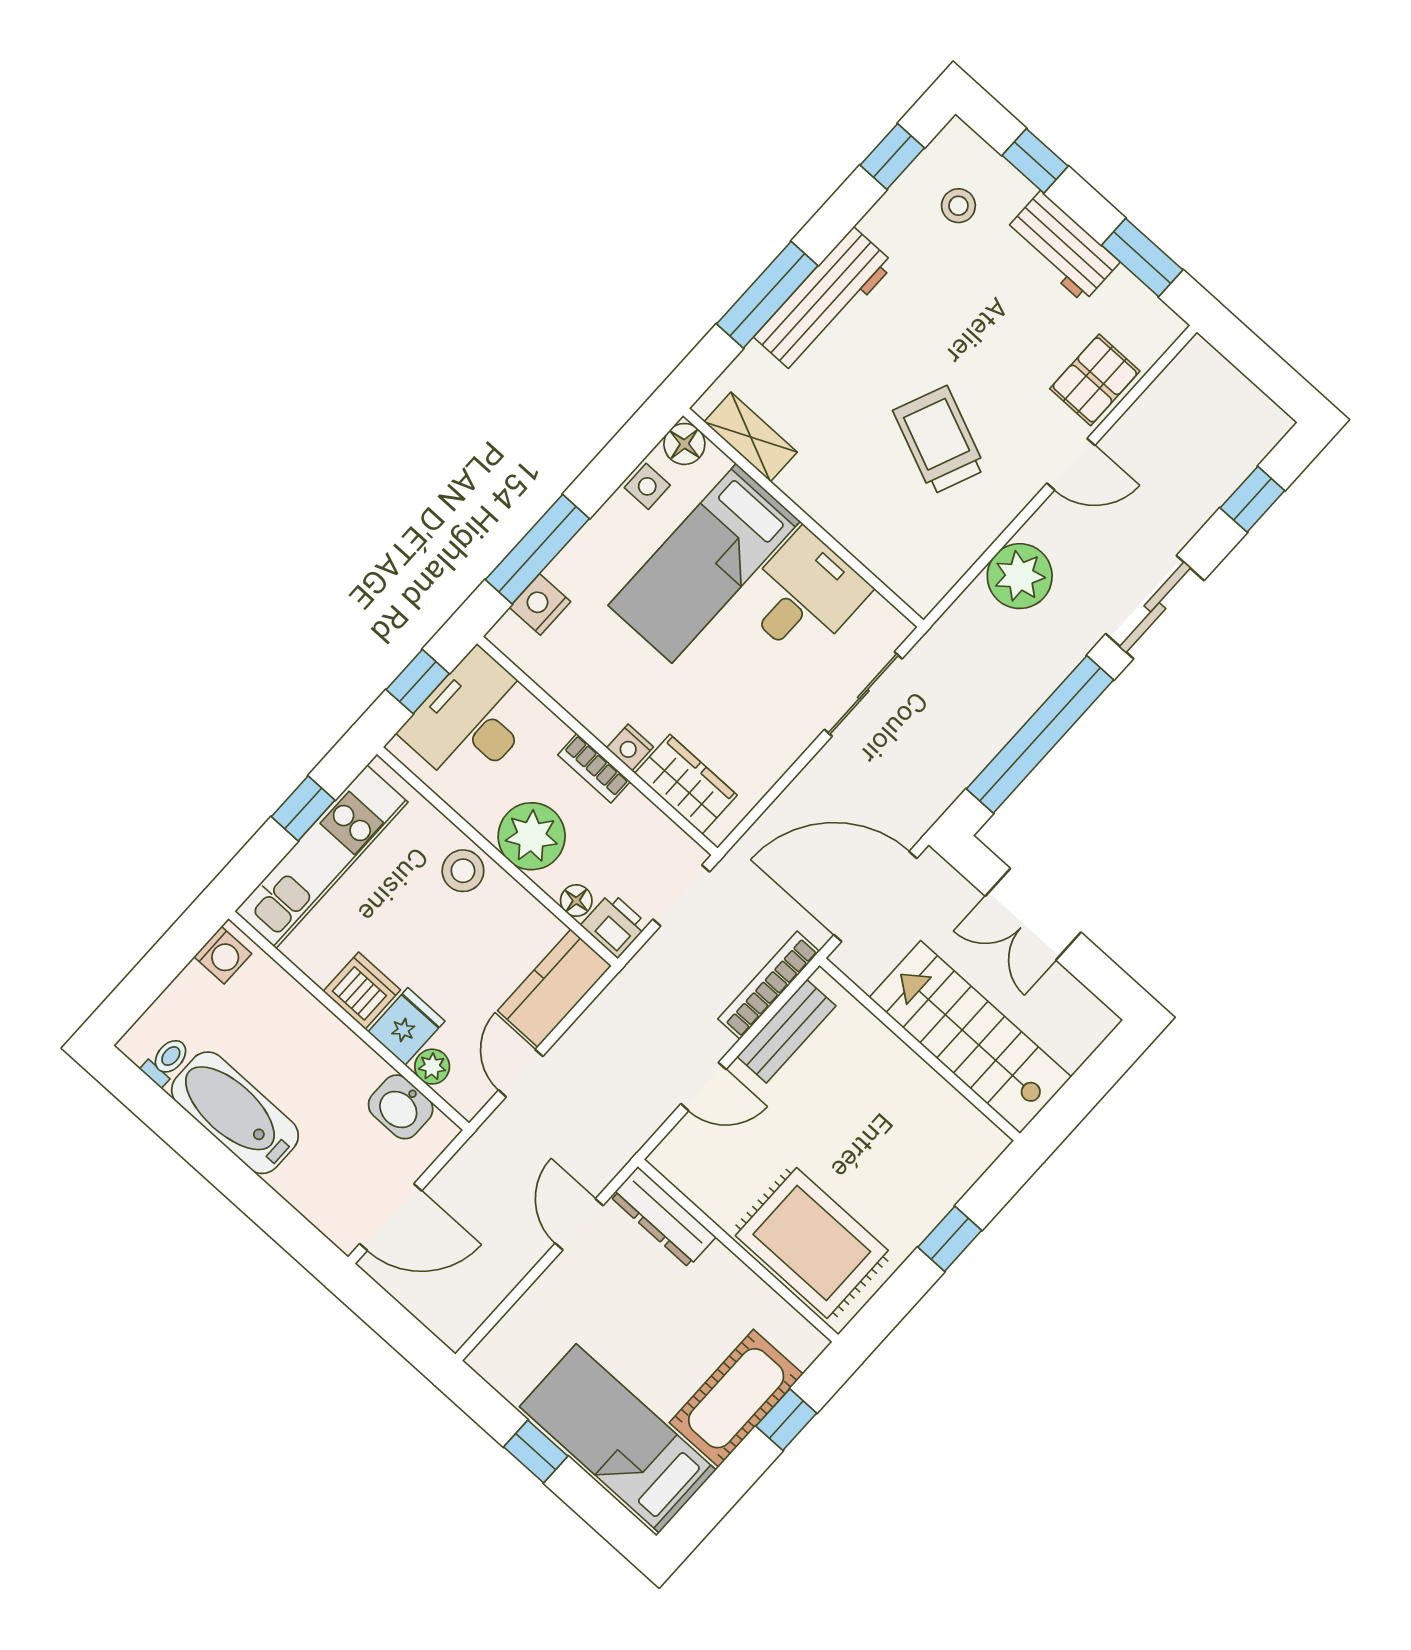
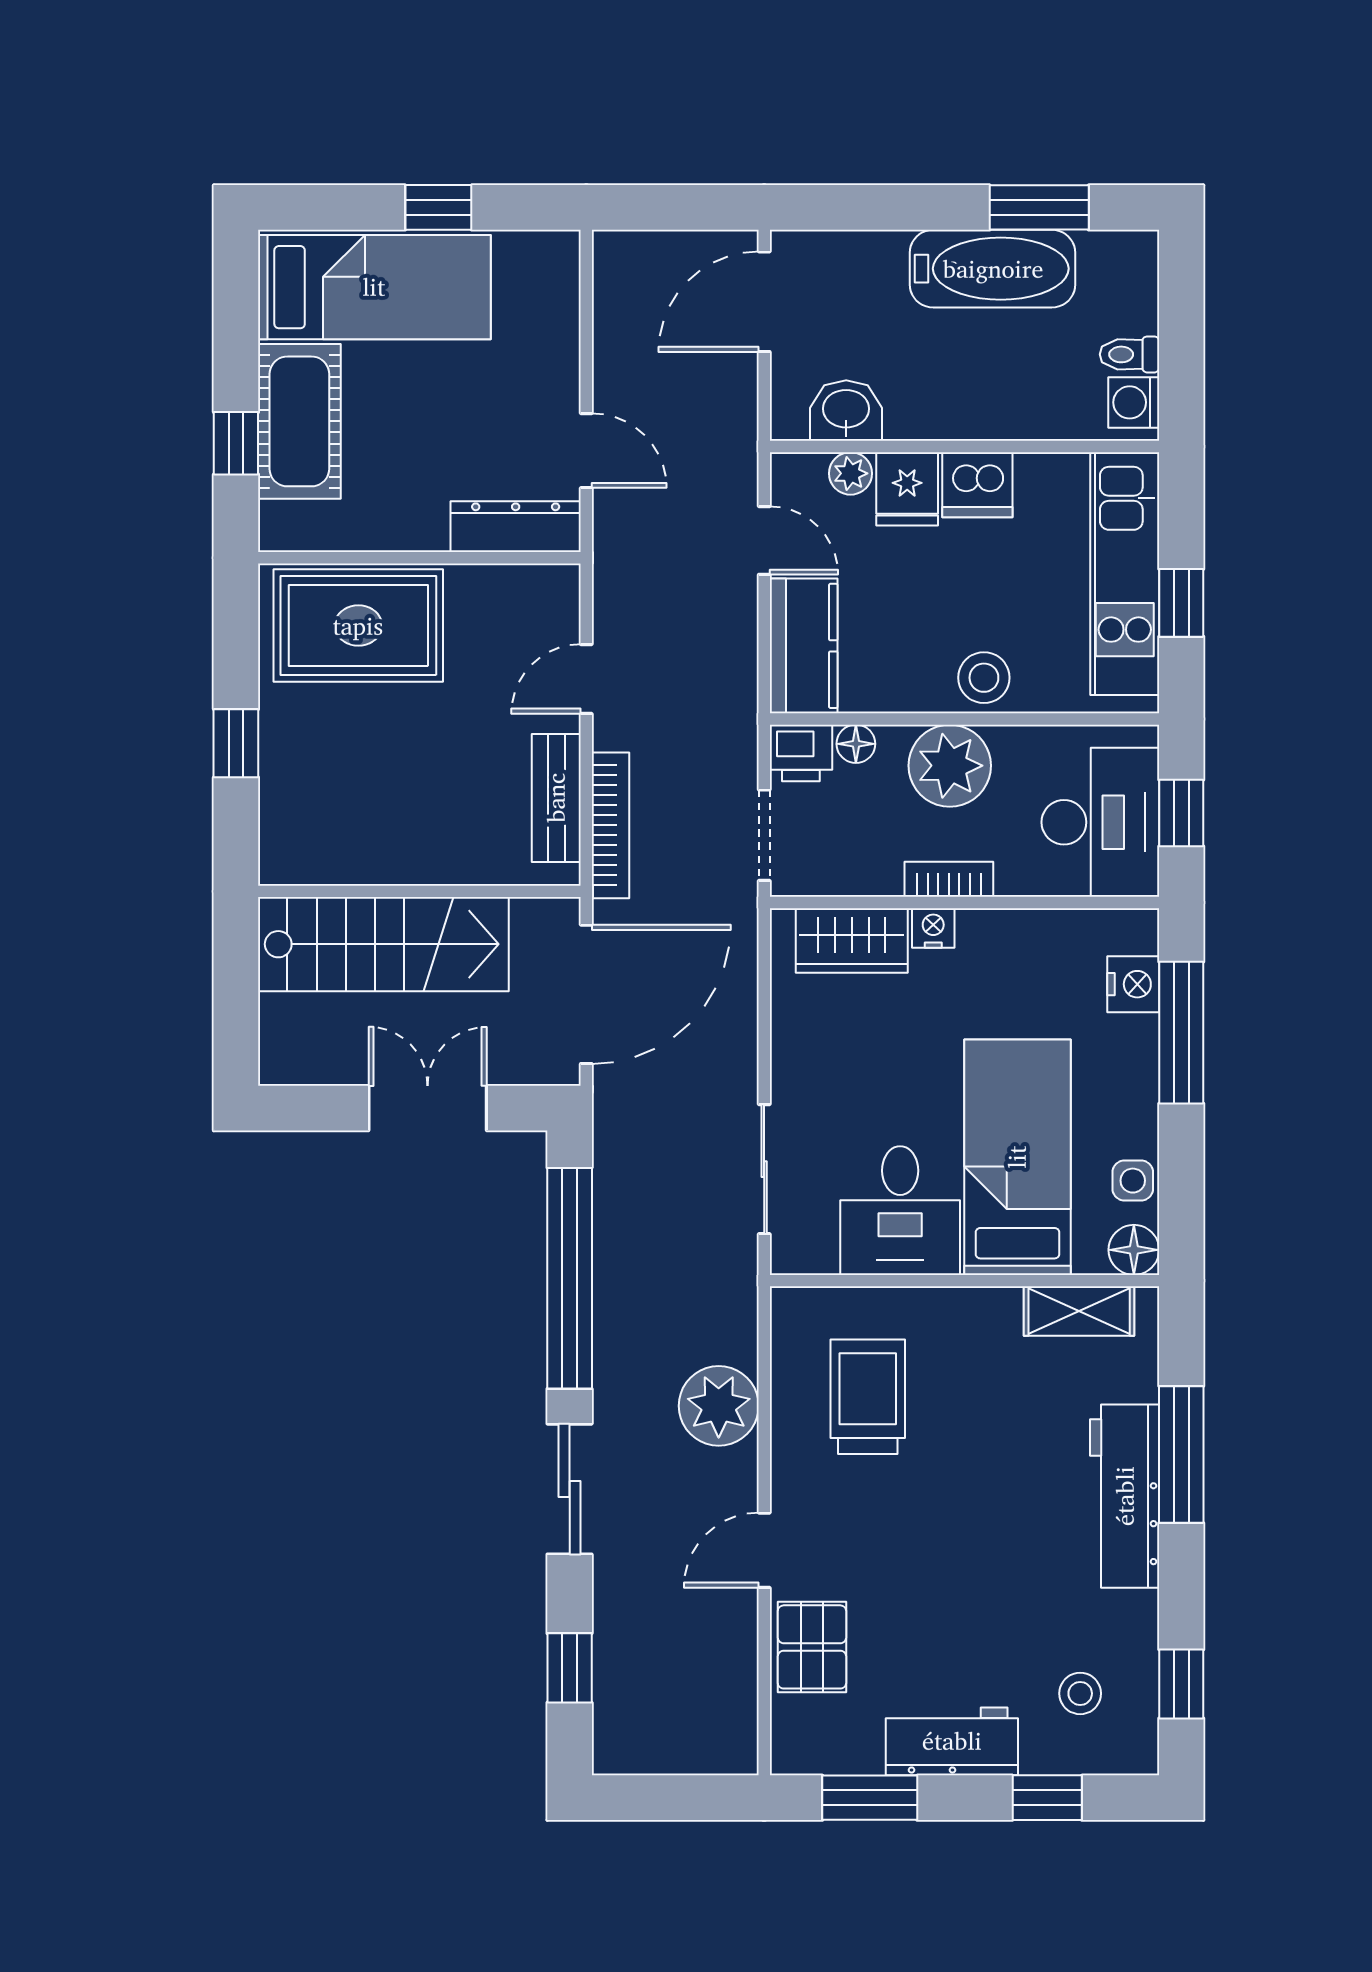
trolley: (939, 440) -> (868, 1397), moved, turned -113
toilet: (166, 1061) -> (1129, 354), moved, turned 90
window: (173, 1124) -> (1039, 207), added

